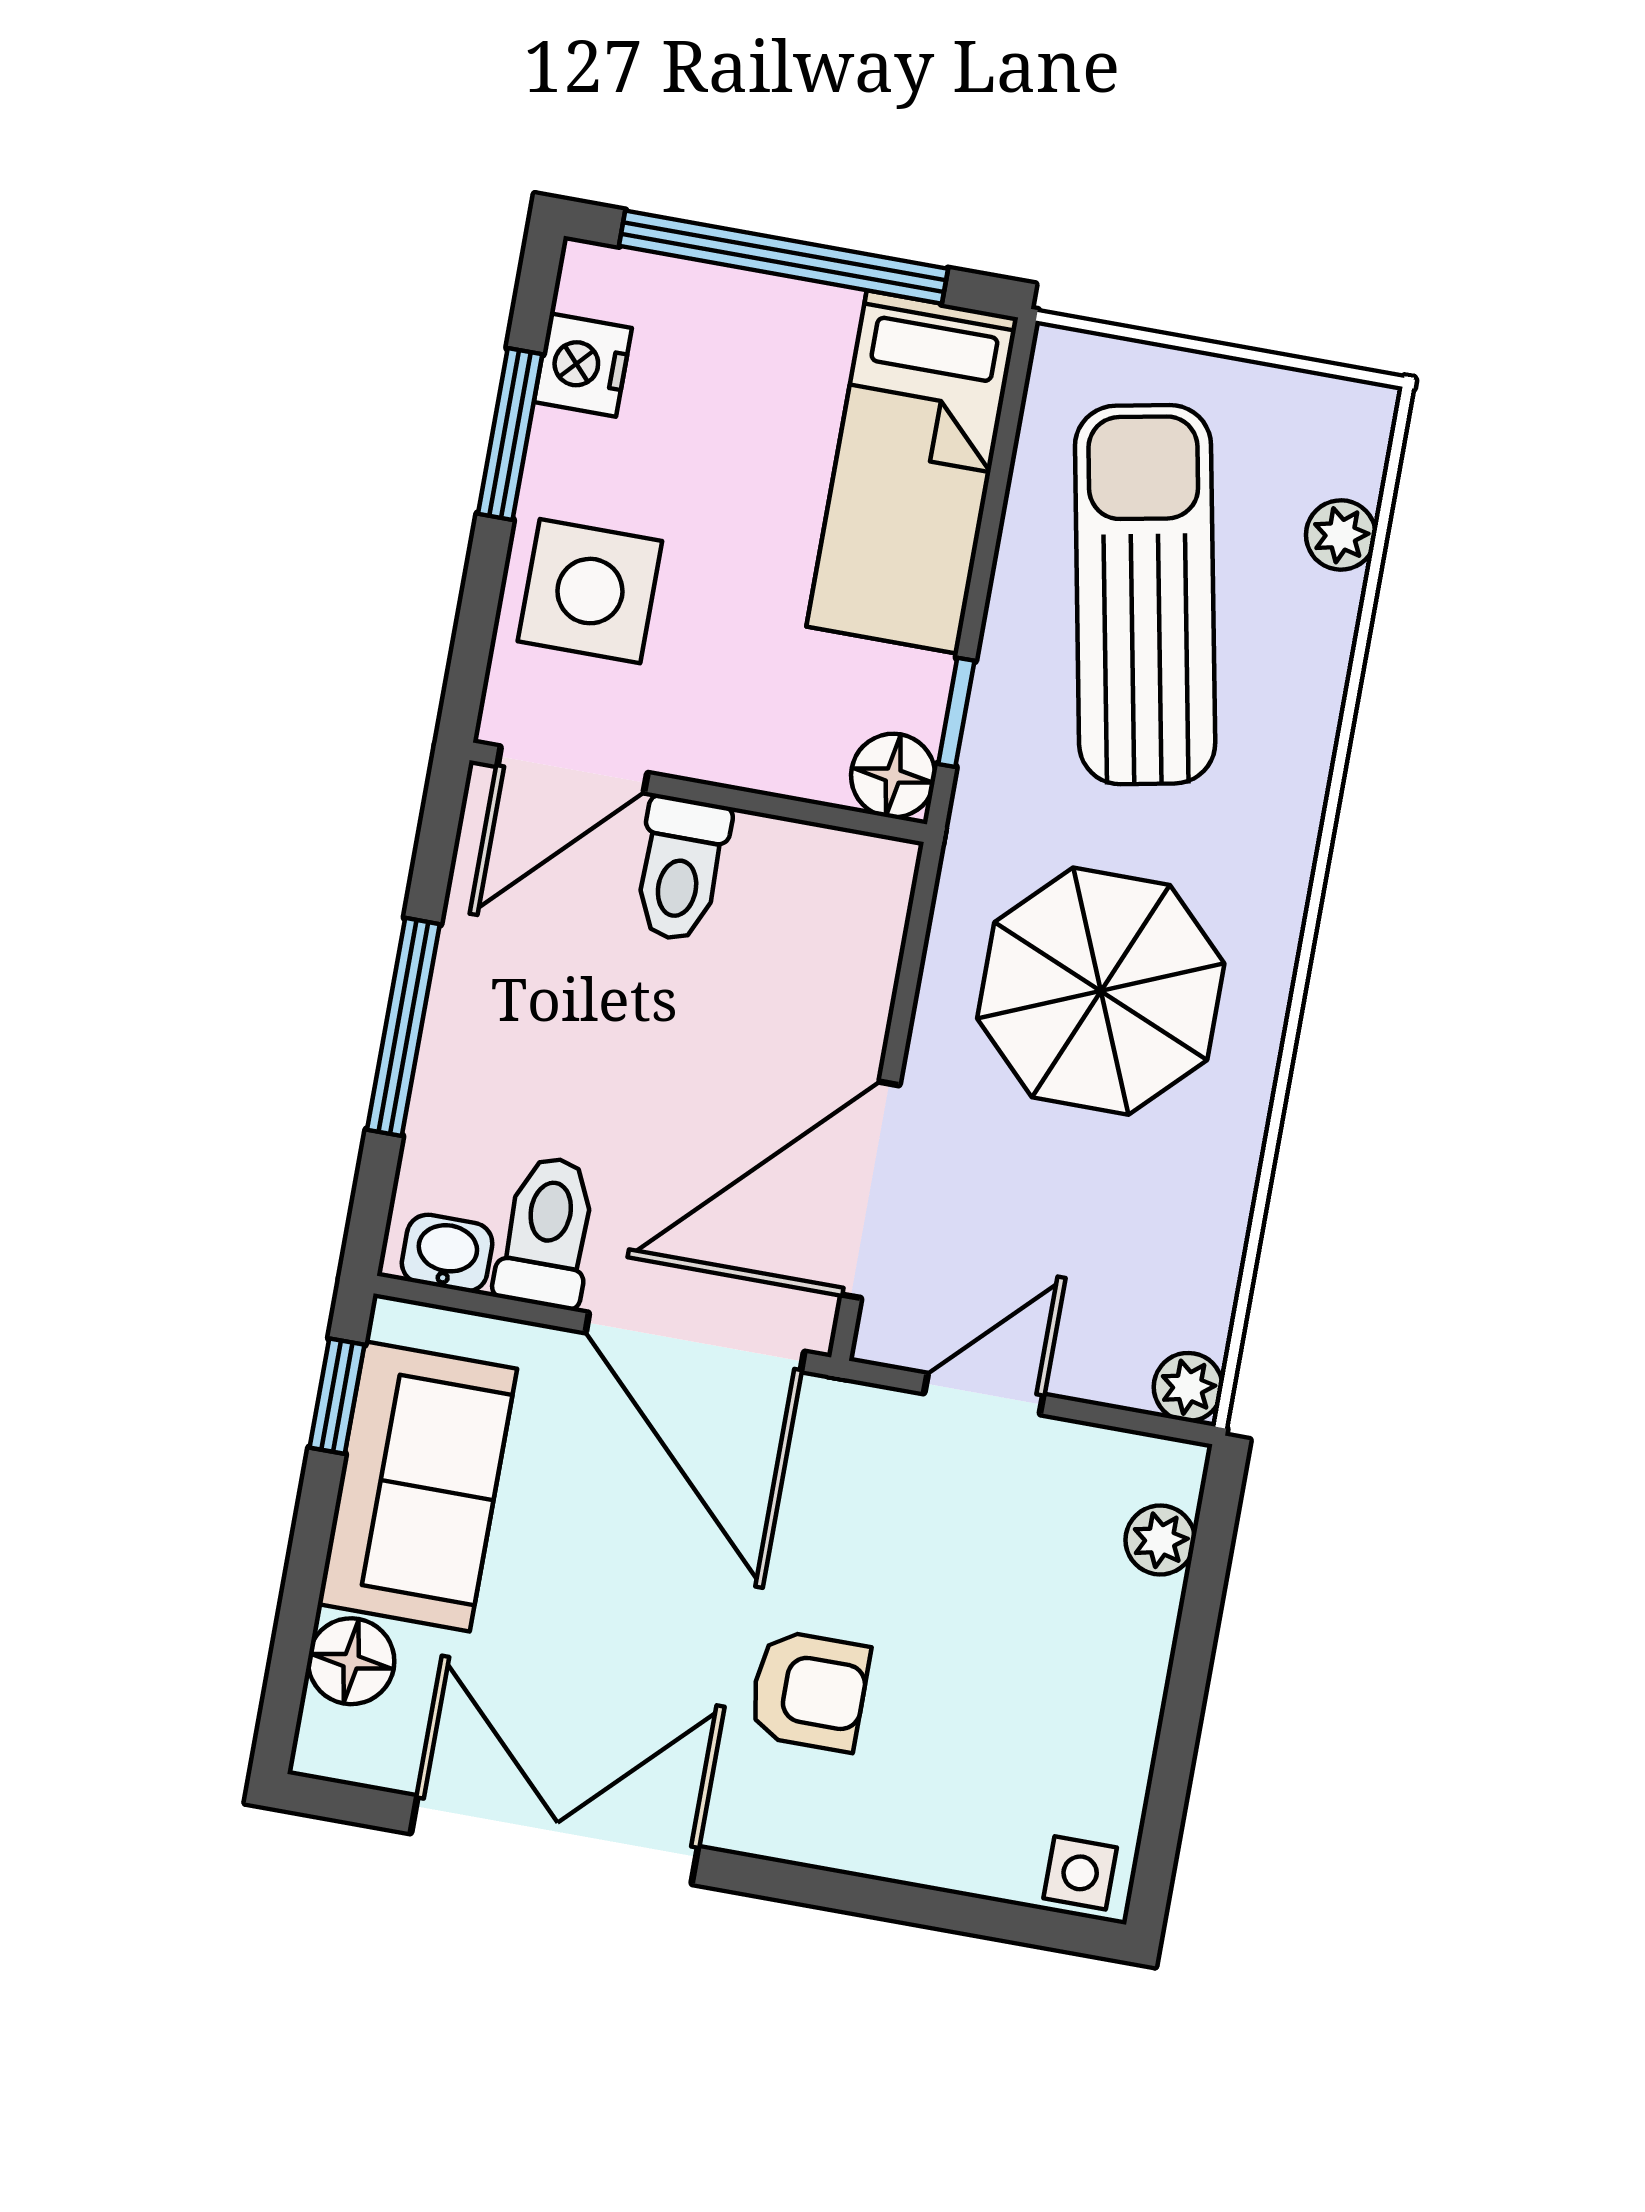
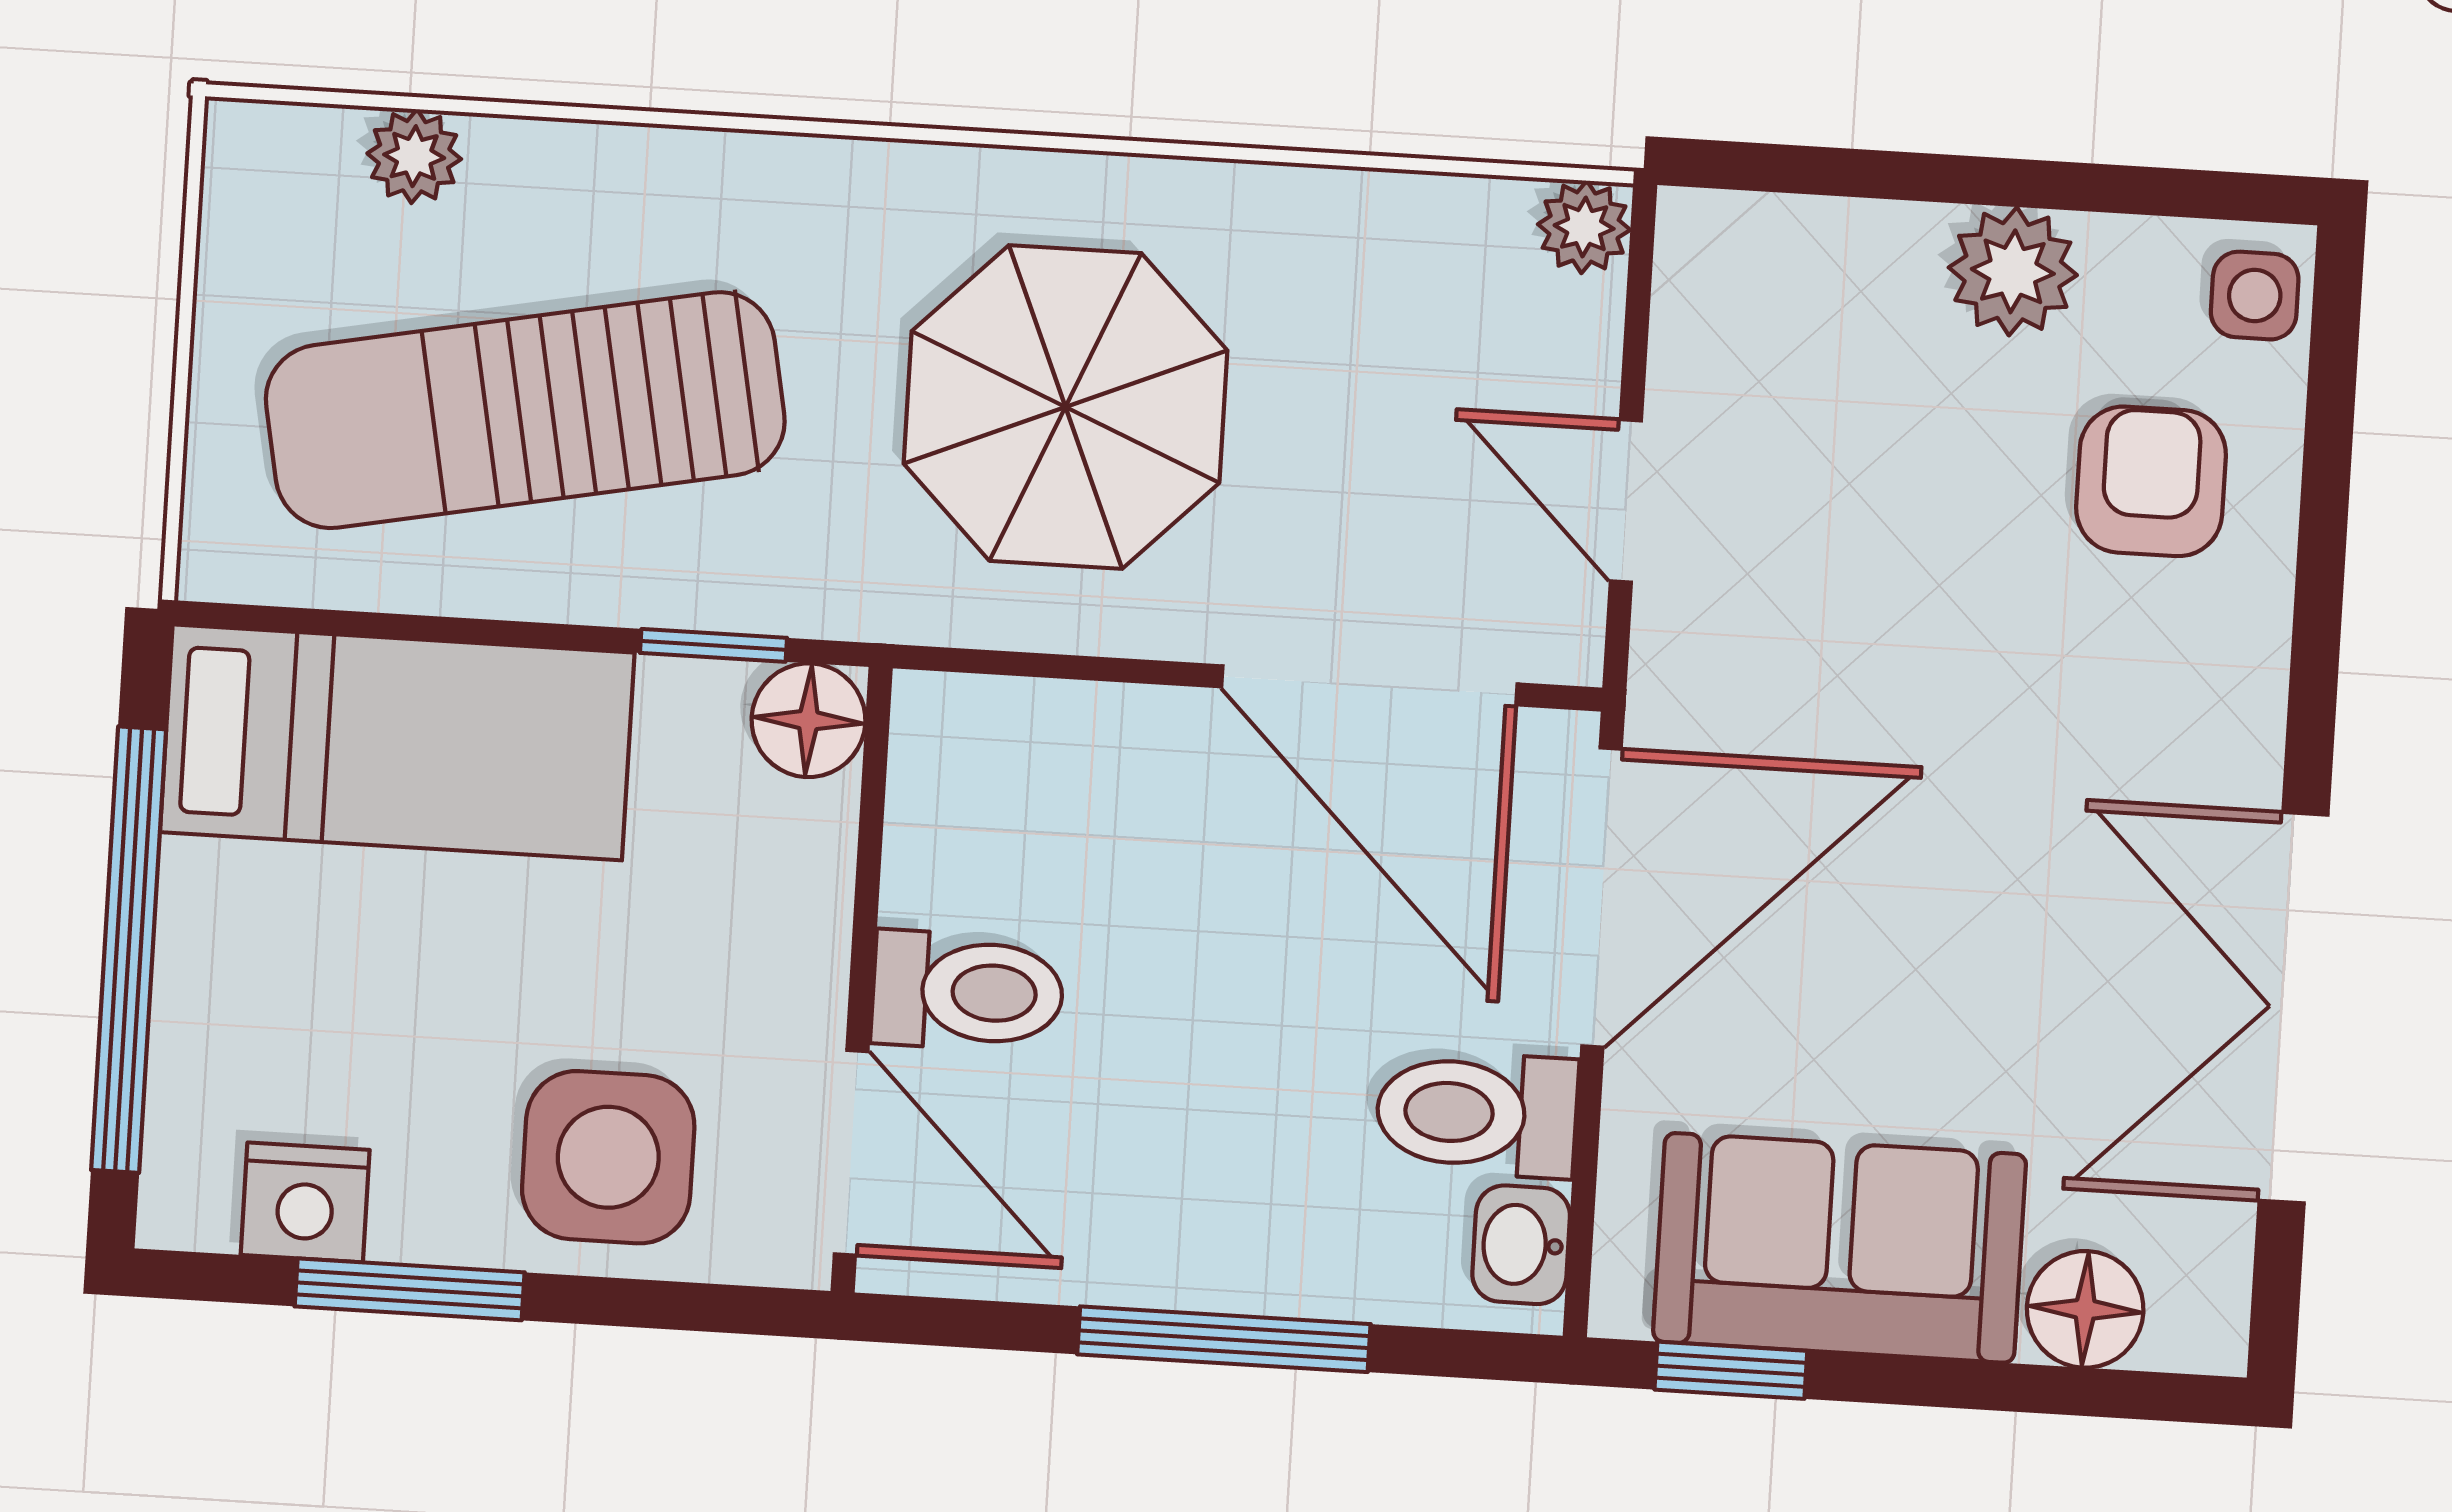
plant: (1160, 1540) -> (2013, 271), moved, width x1.38, depth x1.38
armchair: (809, 1691) -> (2151, 481), moved

